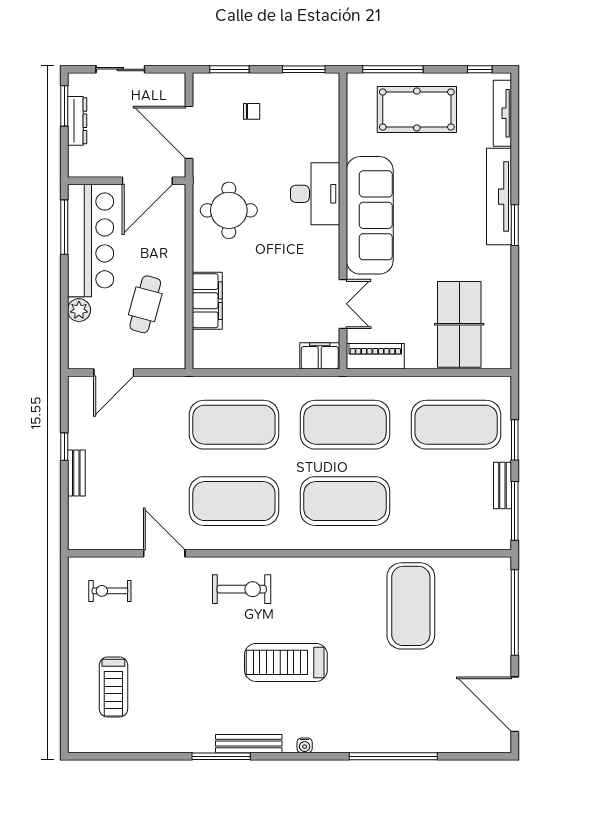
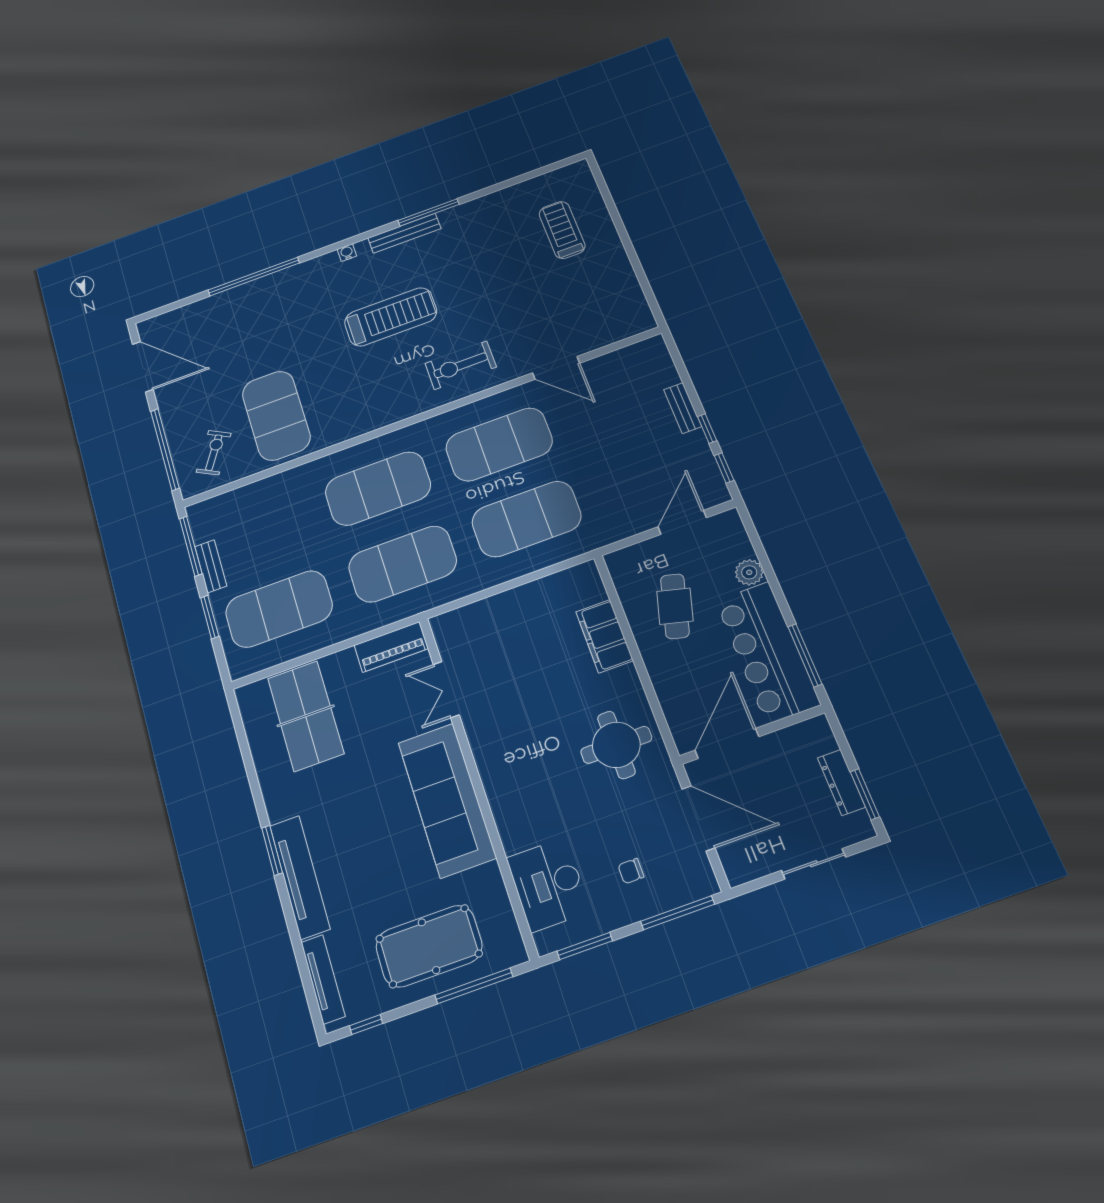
window: (229, 69) -> (677, 913), width x1.44
desk: (315, 194) -> (548, 885), moved
filing cabinet: (320, 356) -> (454, 624), removed
window: (64, 406) -> (724, 468), added
exercise bike: (110, 591) -> (214, 453), moved, turned -60

